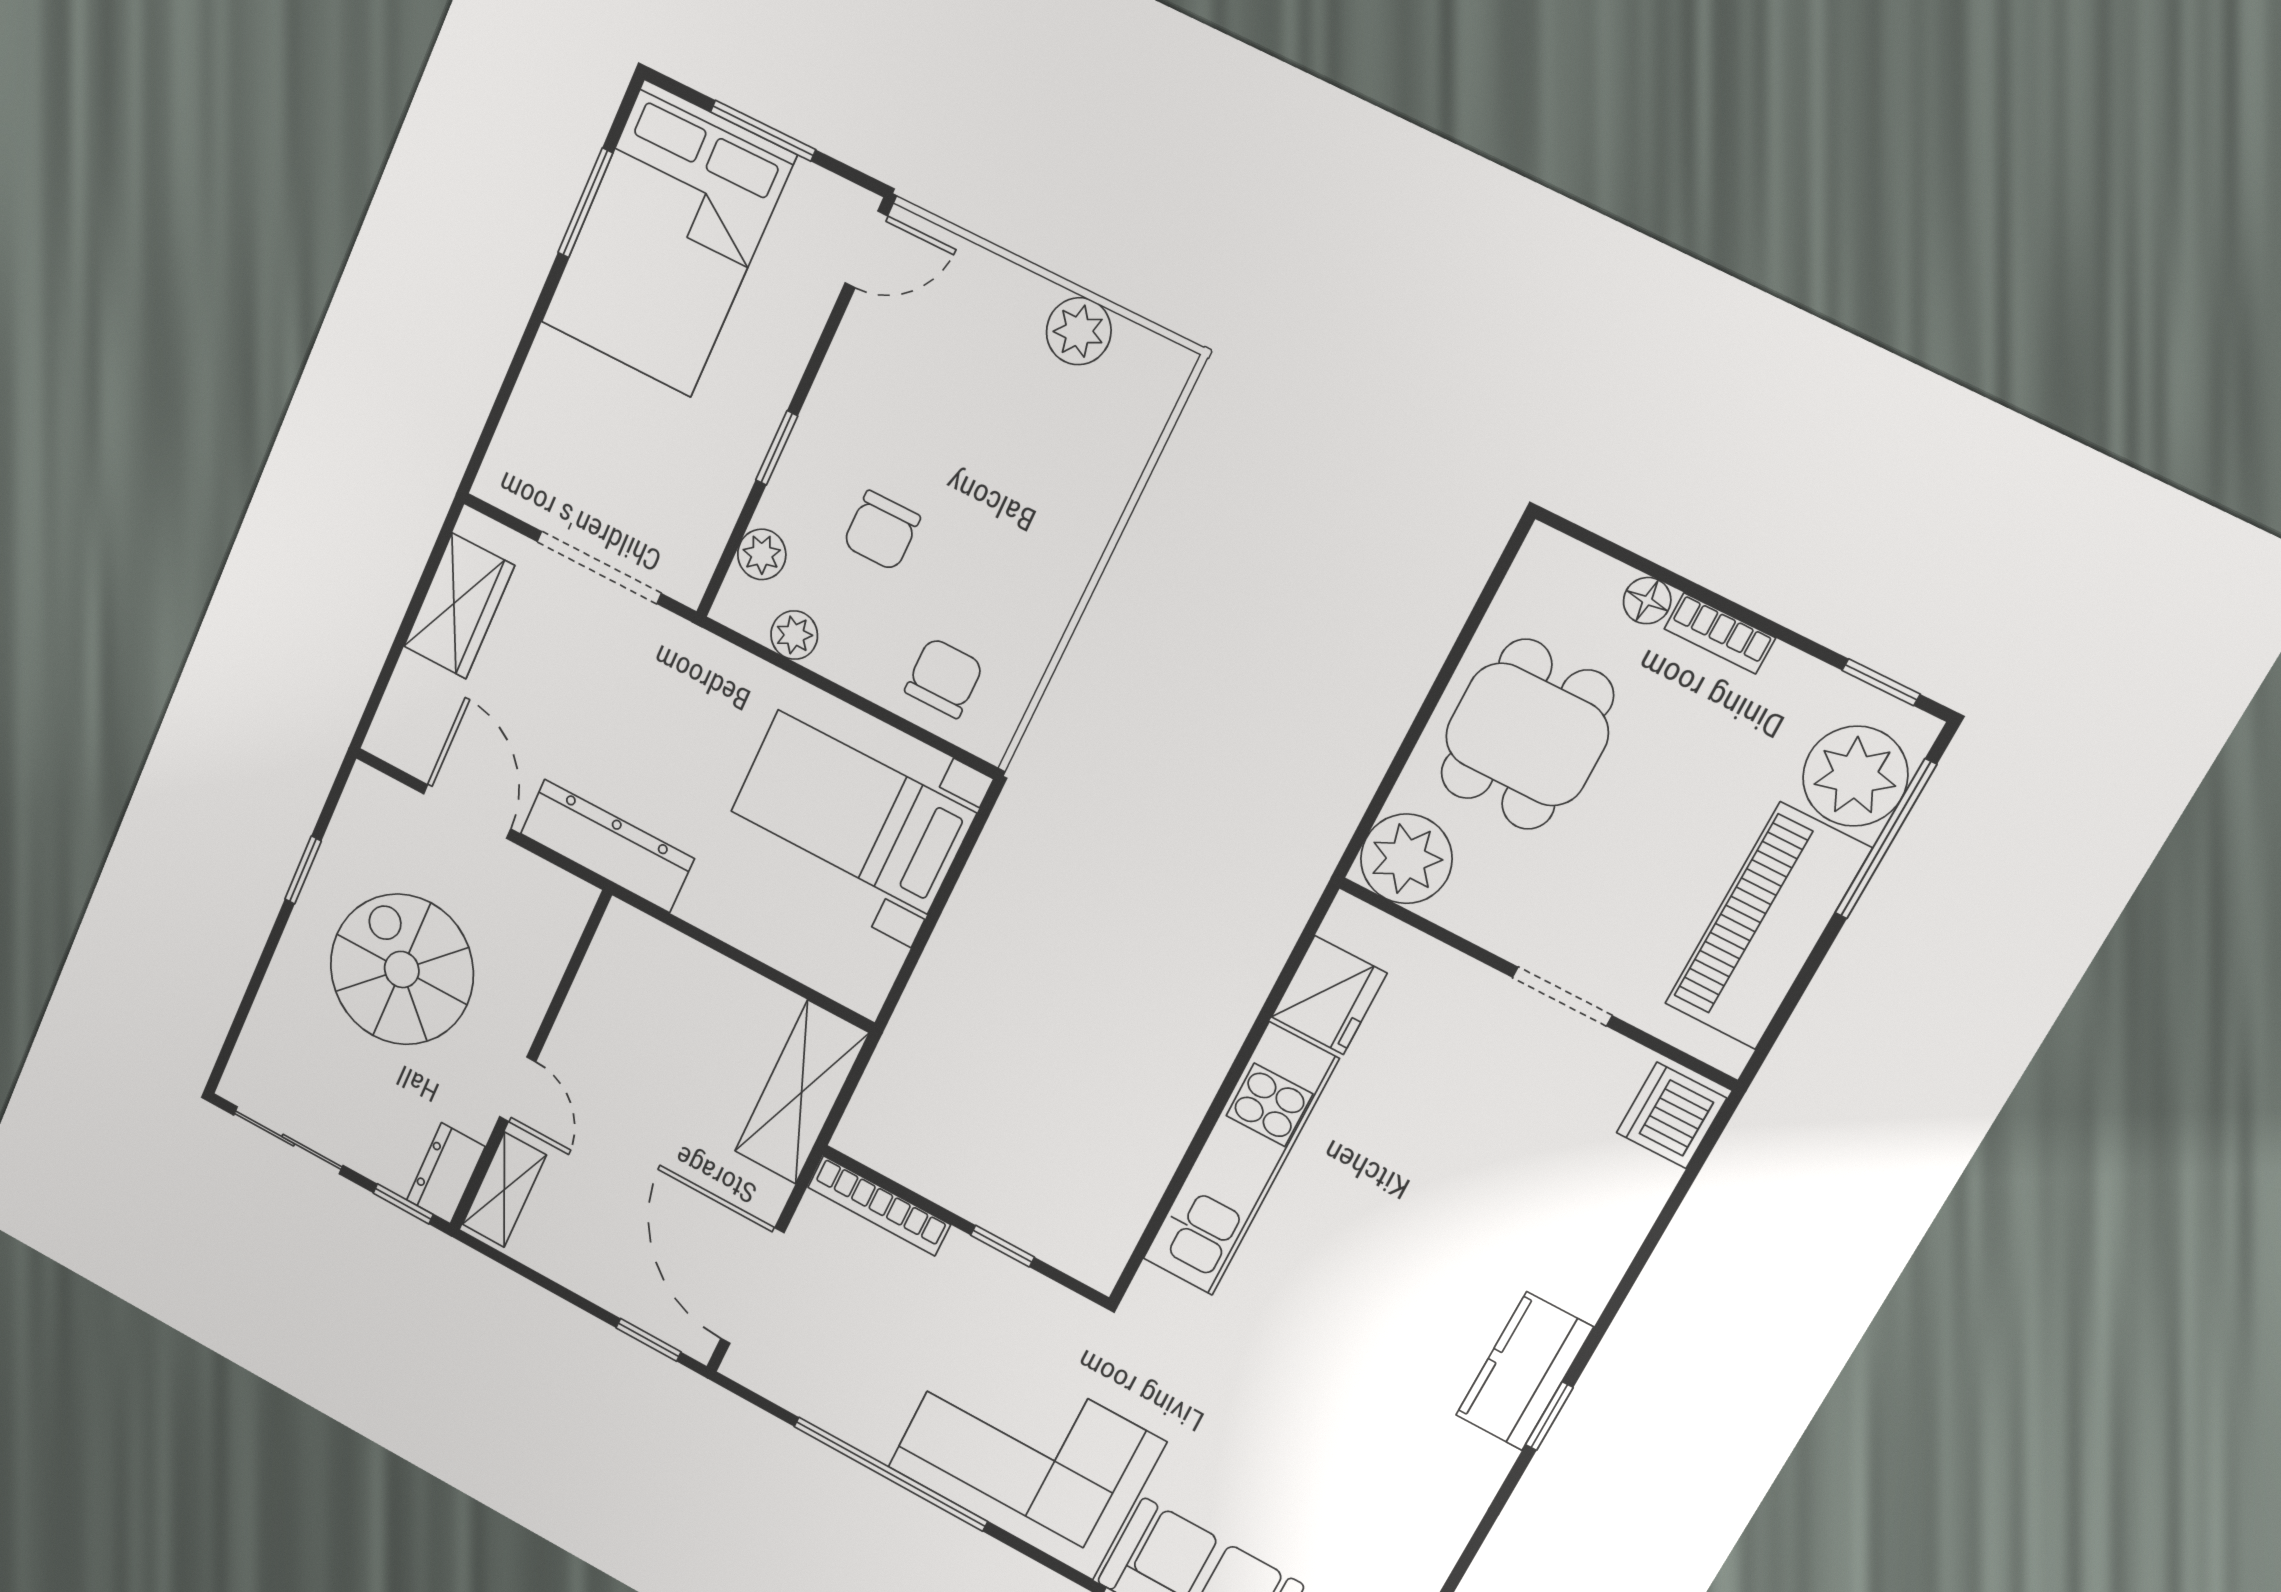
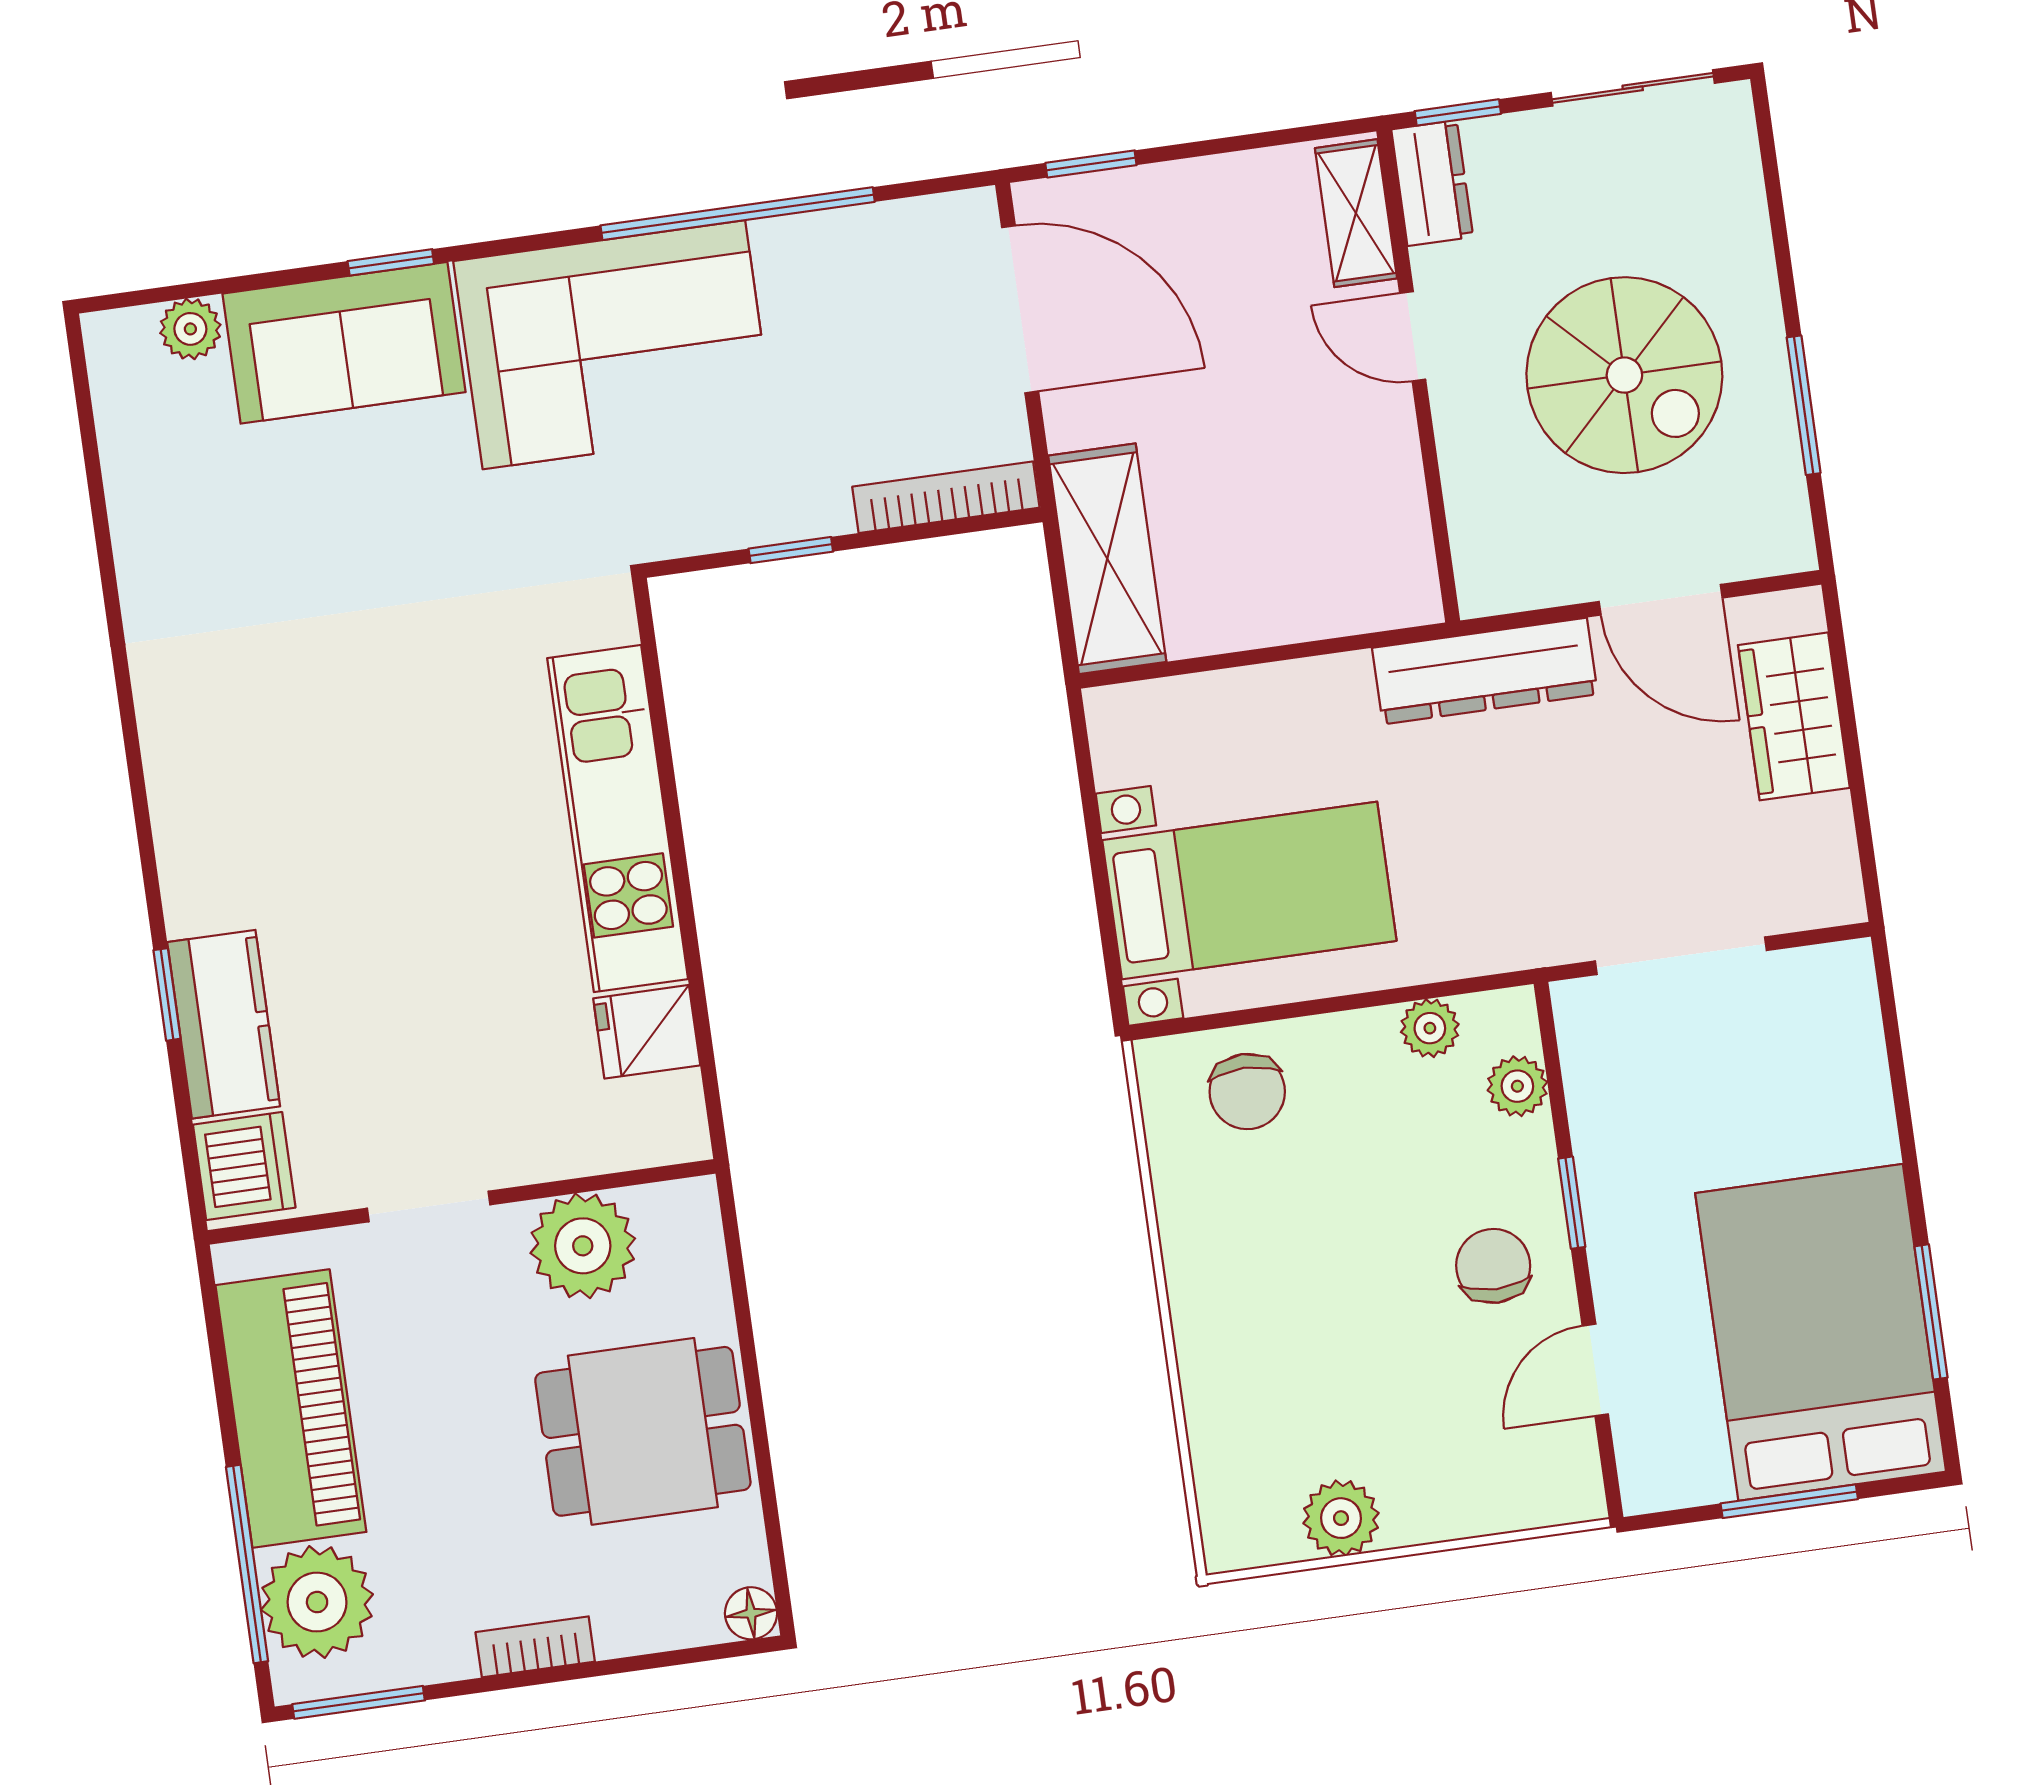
door: (866, 249) -> (1595, 1370), moved
chair: (881, 531) -> (1493, 1266), moved
floor lamp: (1647, 601) -> (751, 1613), moved
wardrobe: (459, 606) -> (1794, 716), moved
window: (1881, 682) -> (359, 1702), width x1.50
dining table: (1527, 735) -> (643, 1431), turned 90
plant: (1406, 859) -> (583, 1246), moved
window: (303, 870) -> (1804, 405), width x1.50
fridge: (1329, 995) -> (647, 1032), width x0.72
kitchen counter: (1524, 1371) -> (224, 1024), moved
window: (1549, 1416) -> (167, 994), moved

